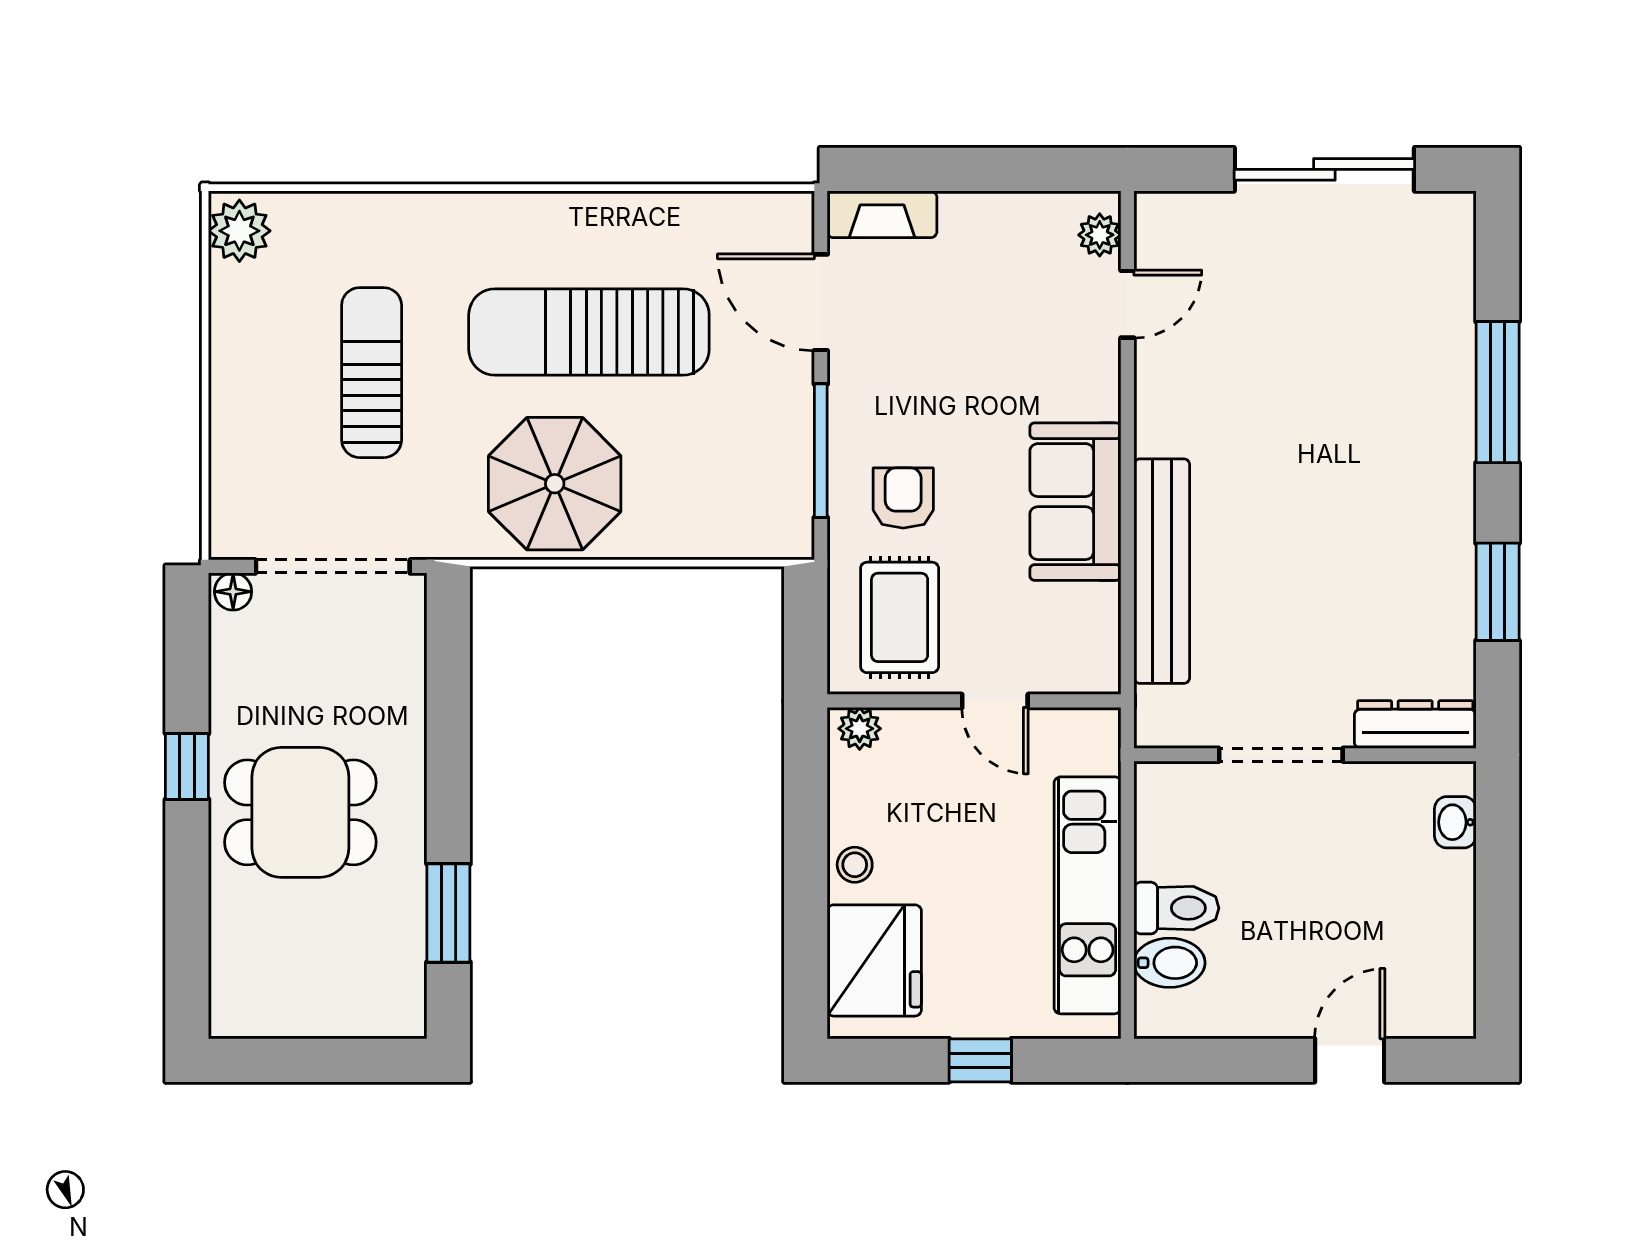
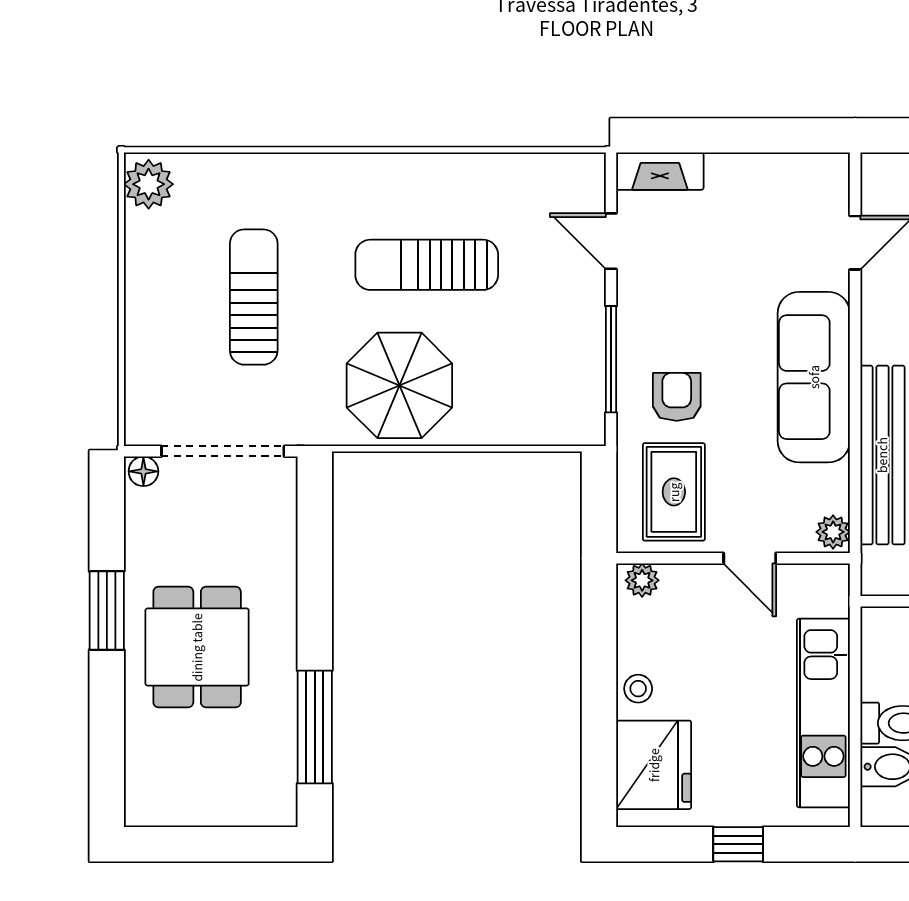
plant: (1100, 235) -> (833, 532), moved
door: (821, 302) -> (611, 241), width x0.73
sun lounger: (589, 332) -> (427, 265), width x0.73, depth x0.75
sofa: (1075, 502) -> (814, 377), width x1.36
window: (187, 766) -> (107, 610), width x1.50
dining table: (300, 812) -> (197, 647), turned 90
window: (448, 913) -> (315, 727), width x1.44

